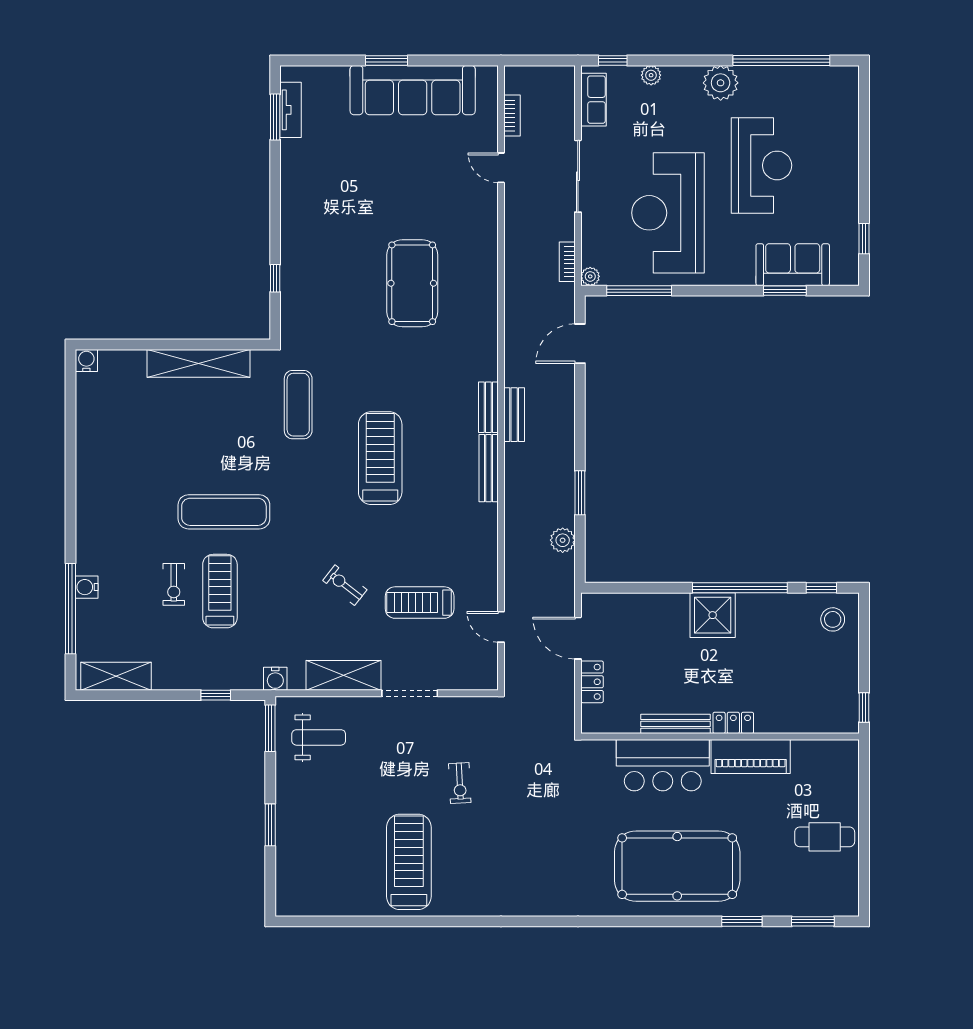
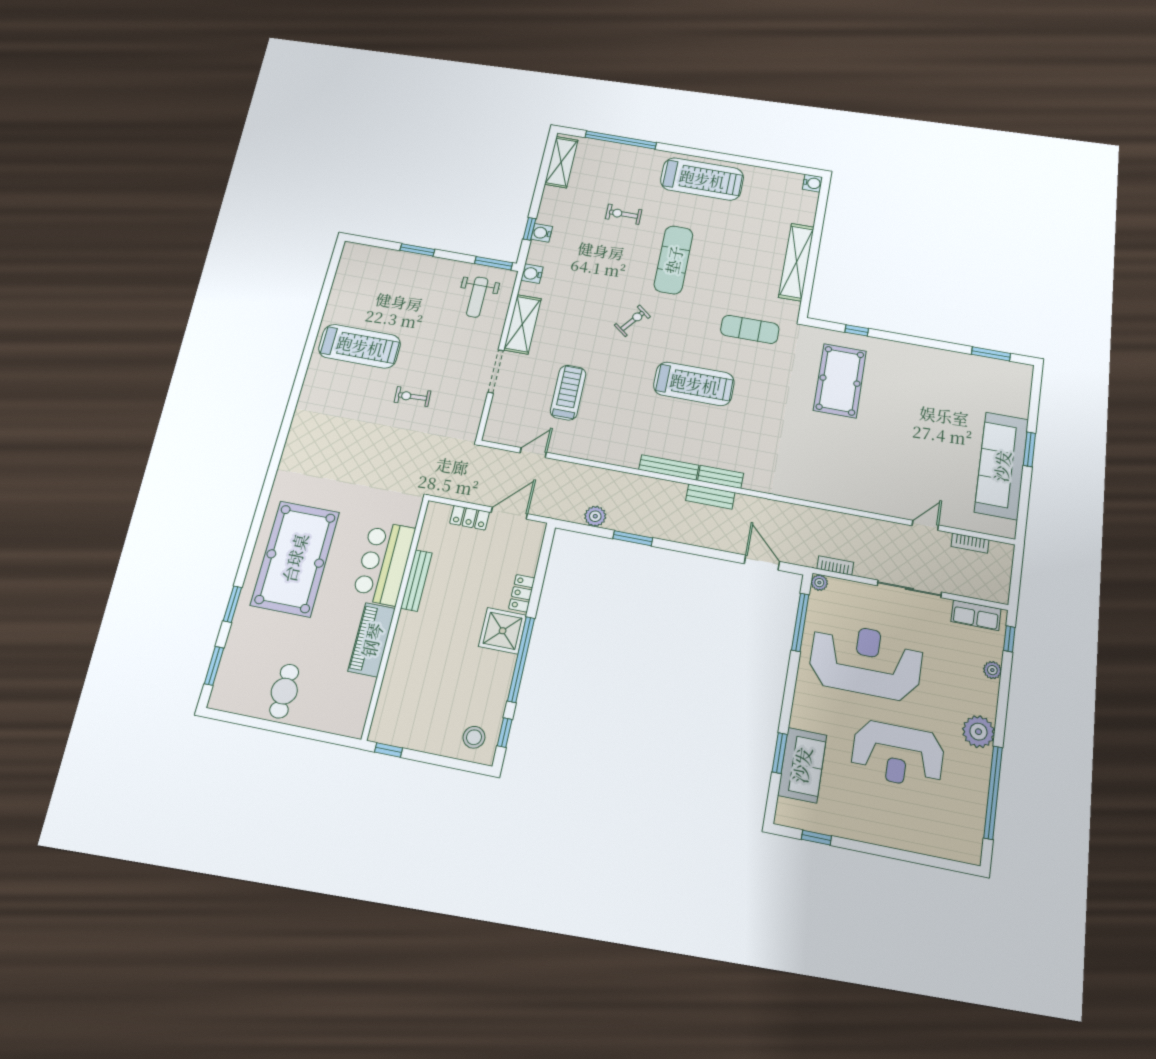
tv unit: (290, 110) -> (996, 367), removed
pool table: (412, 283) -> (840, 381), moved, turned 90
exercise bike: (345, 585) -> (632, 321), moved
water cooler: (87, 587) -> (542, 233), moved, turned -90
treadmill: (220, 591) -> (702, 179), moved, width x1.37, depth x1.38
locker: (733, 723) -> (522, 593), moved, turned 180

